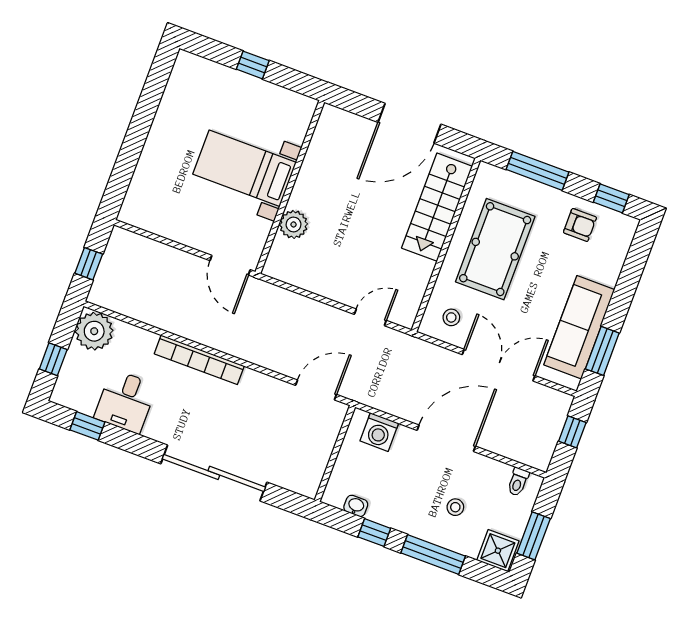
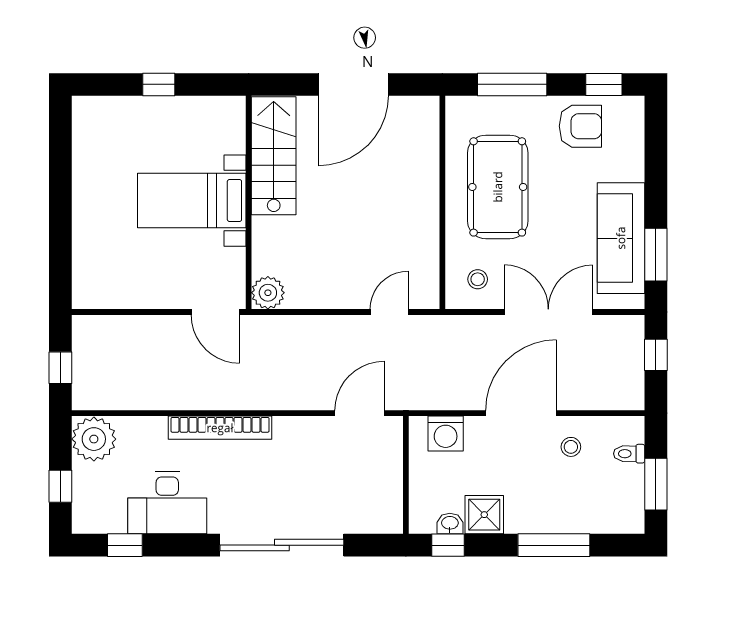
stairs: (437, 207) -> (274, 156), moved, turned 180
plant: (294, 224) -> (268, 293), moved
armchair: (580, 225) -> (580, 126), width x1.38, depth x1.38
desk: (126, 401) -> (167, 503), width x1.37
toilet: (518, 482) -> (629, 454), moved, turned 90
stool: (455, 507) -> (571, 447), moved
window: (374, 533) -> (448, 545), moved
shower: (498, 551) -> (484, 515), moved

